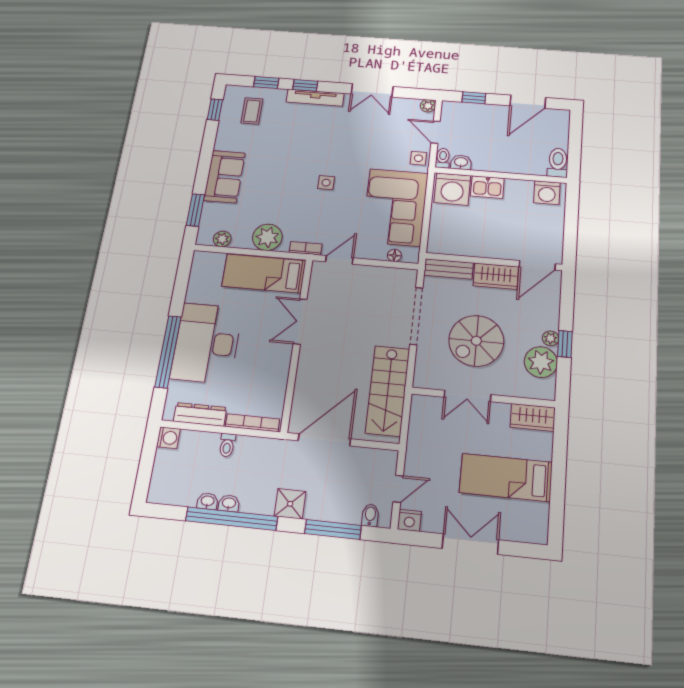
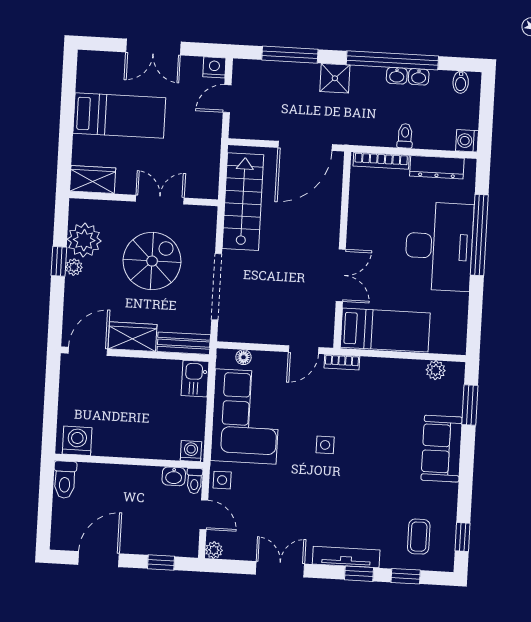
kitchen sink: (487, 187) -> (195, 379), moved, turned -90
washing machine: (452, 189) -> (191, 451), width x0.53, depth x0.53
plant: (267, 237) -> (385, 374), removed
bidet: (370, 515) -> (461, 82), moved

